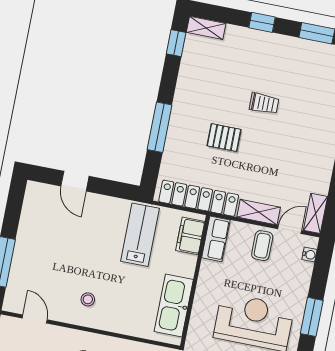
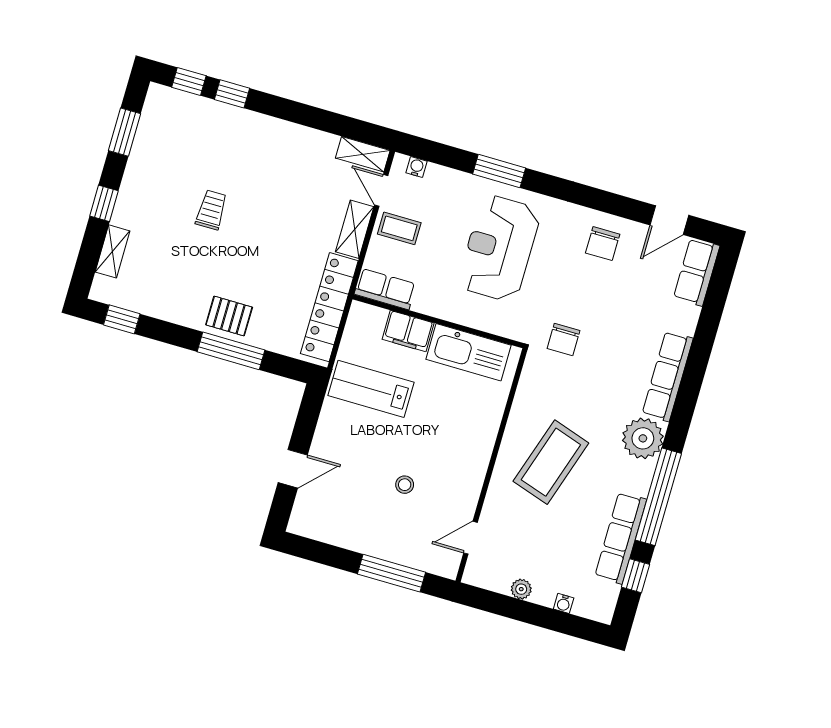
shelving: (206, 28) -> (112, 251), moved
pallet: (224, 138) -> (229, 316), moved, turned 90
filing cabinet: (190, 236) -> (408, 331), moved
stool: (88, 299) -> (405, 485), moved

